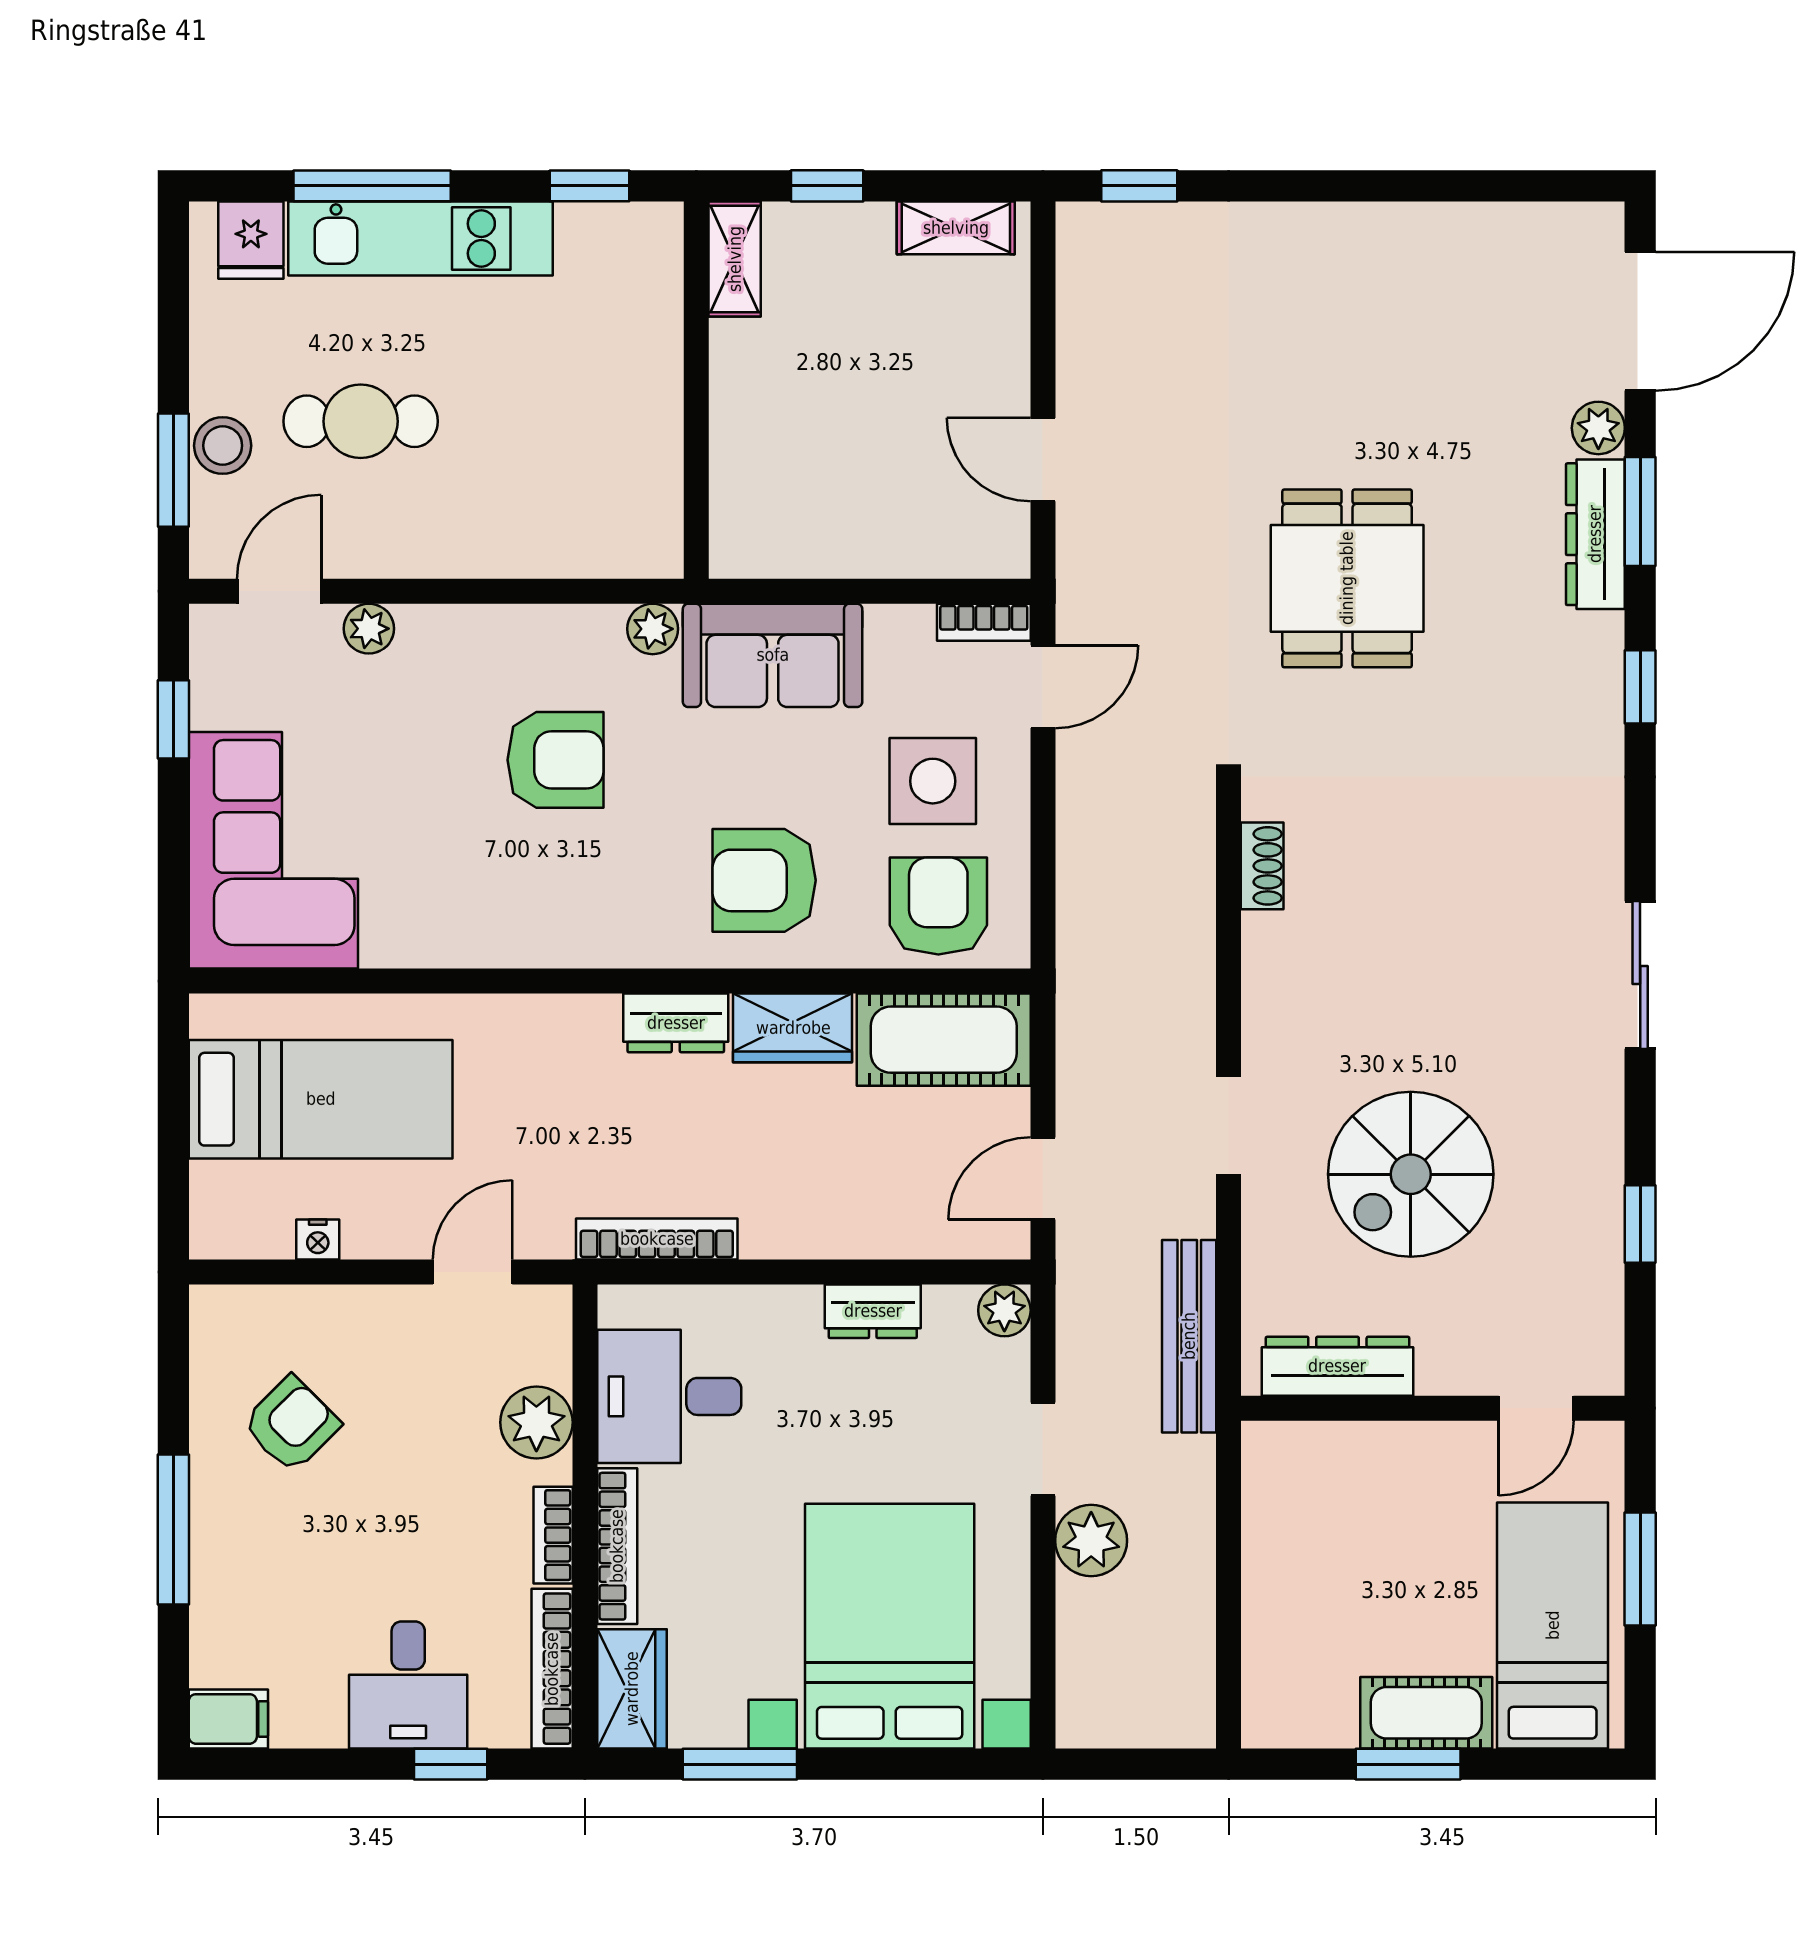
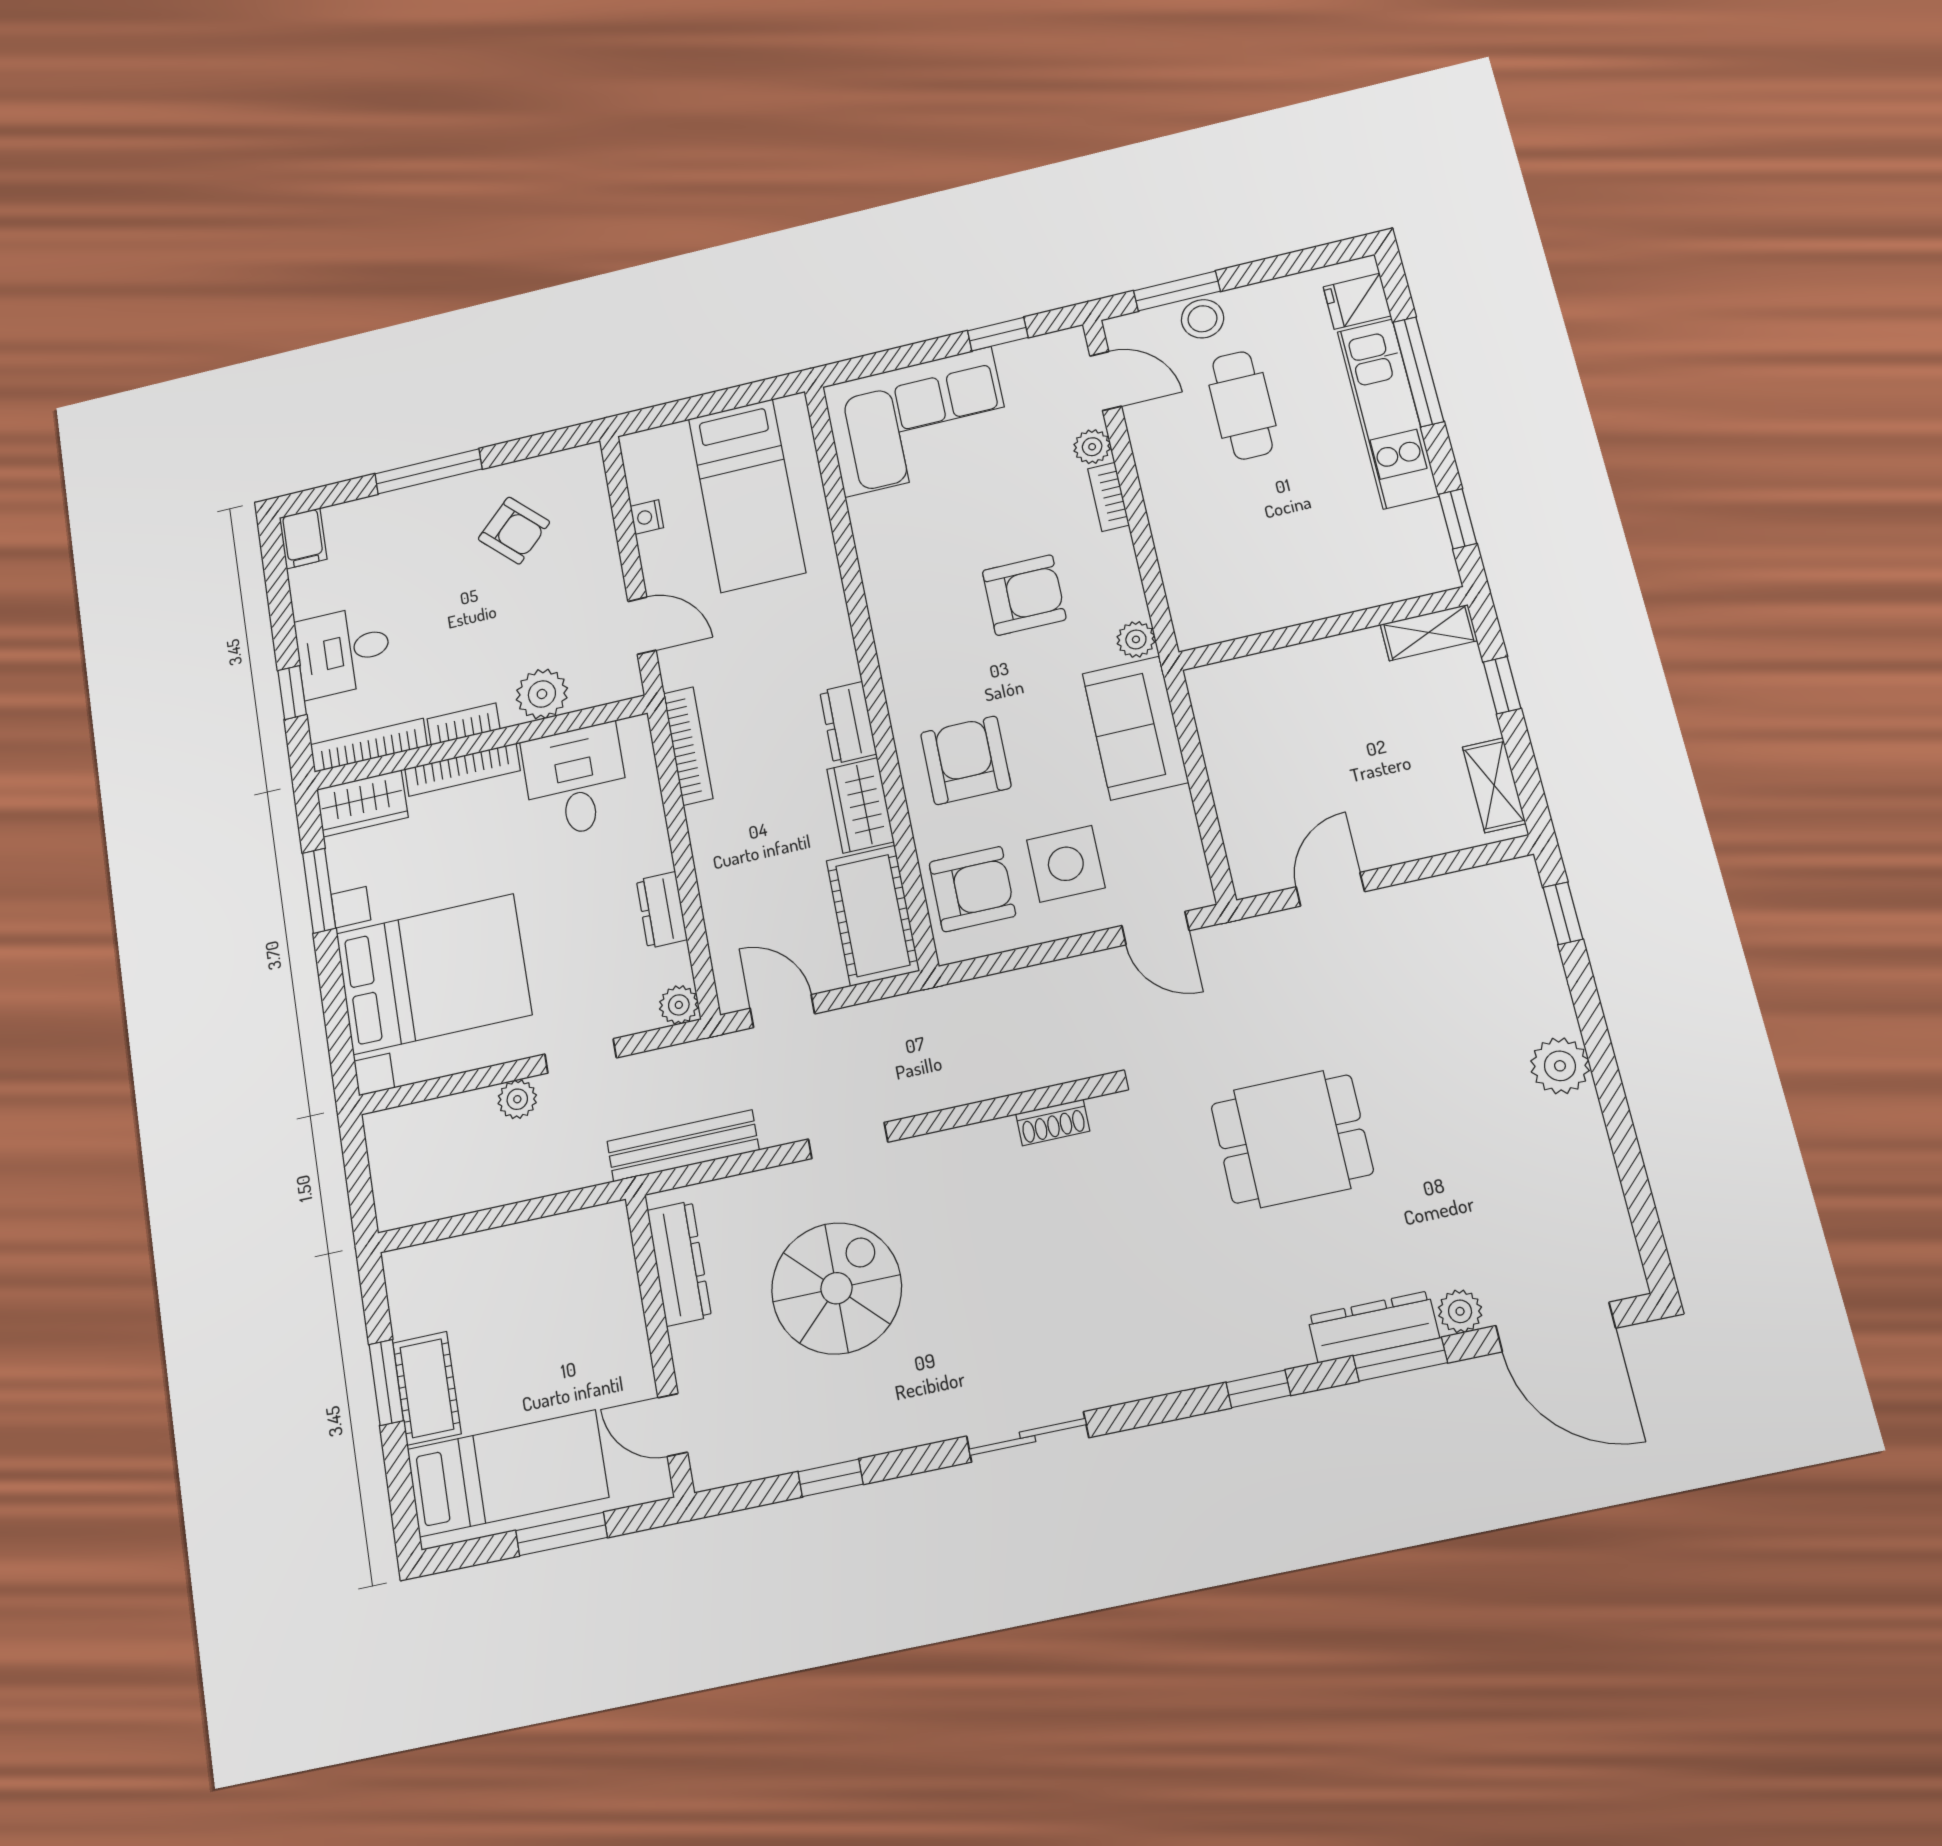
plant: (1328, 237) -> (1560, 1066), added
bookcase: (984, 622) -> (1108, 497), moved
armchair: (556, 760) -> (1024, 595), turned -90
spiral stairs: (1411, 1174) -> (836, 1288), turned 90
plant: (1091, 1541) -> (517, 1099), width x0.73, depth x0.73

